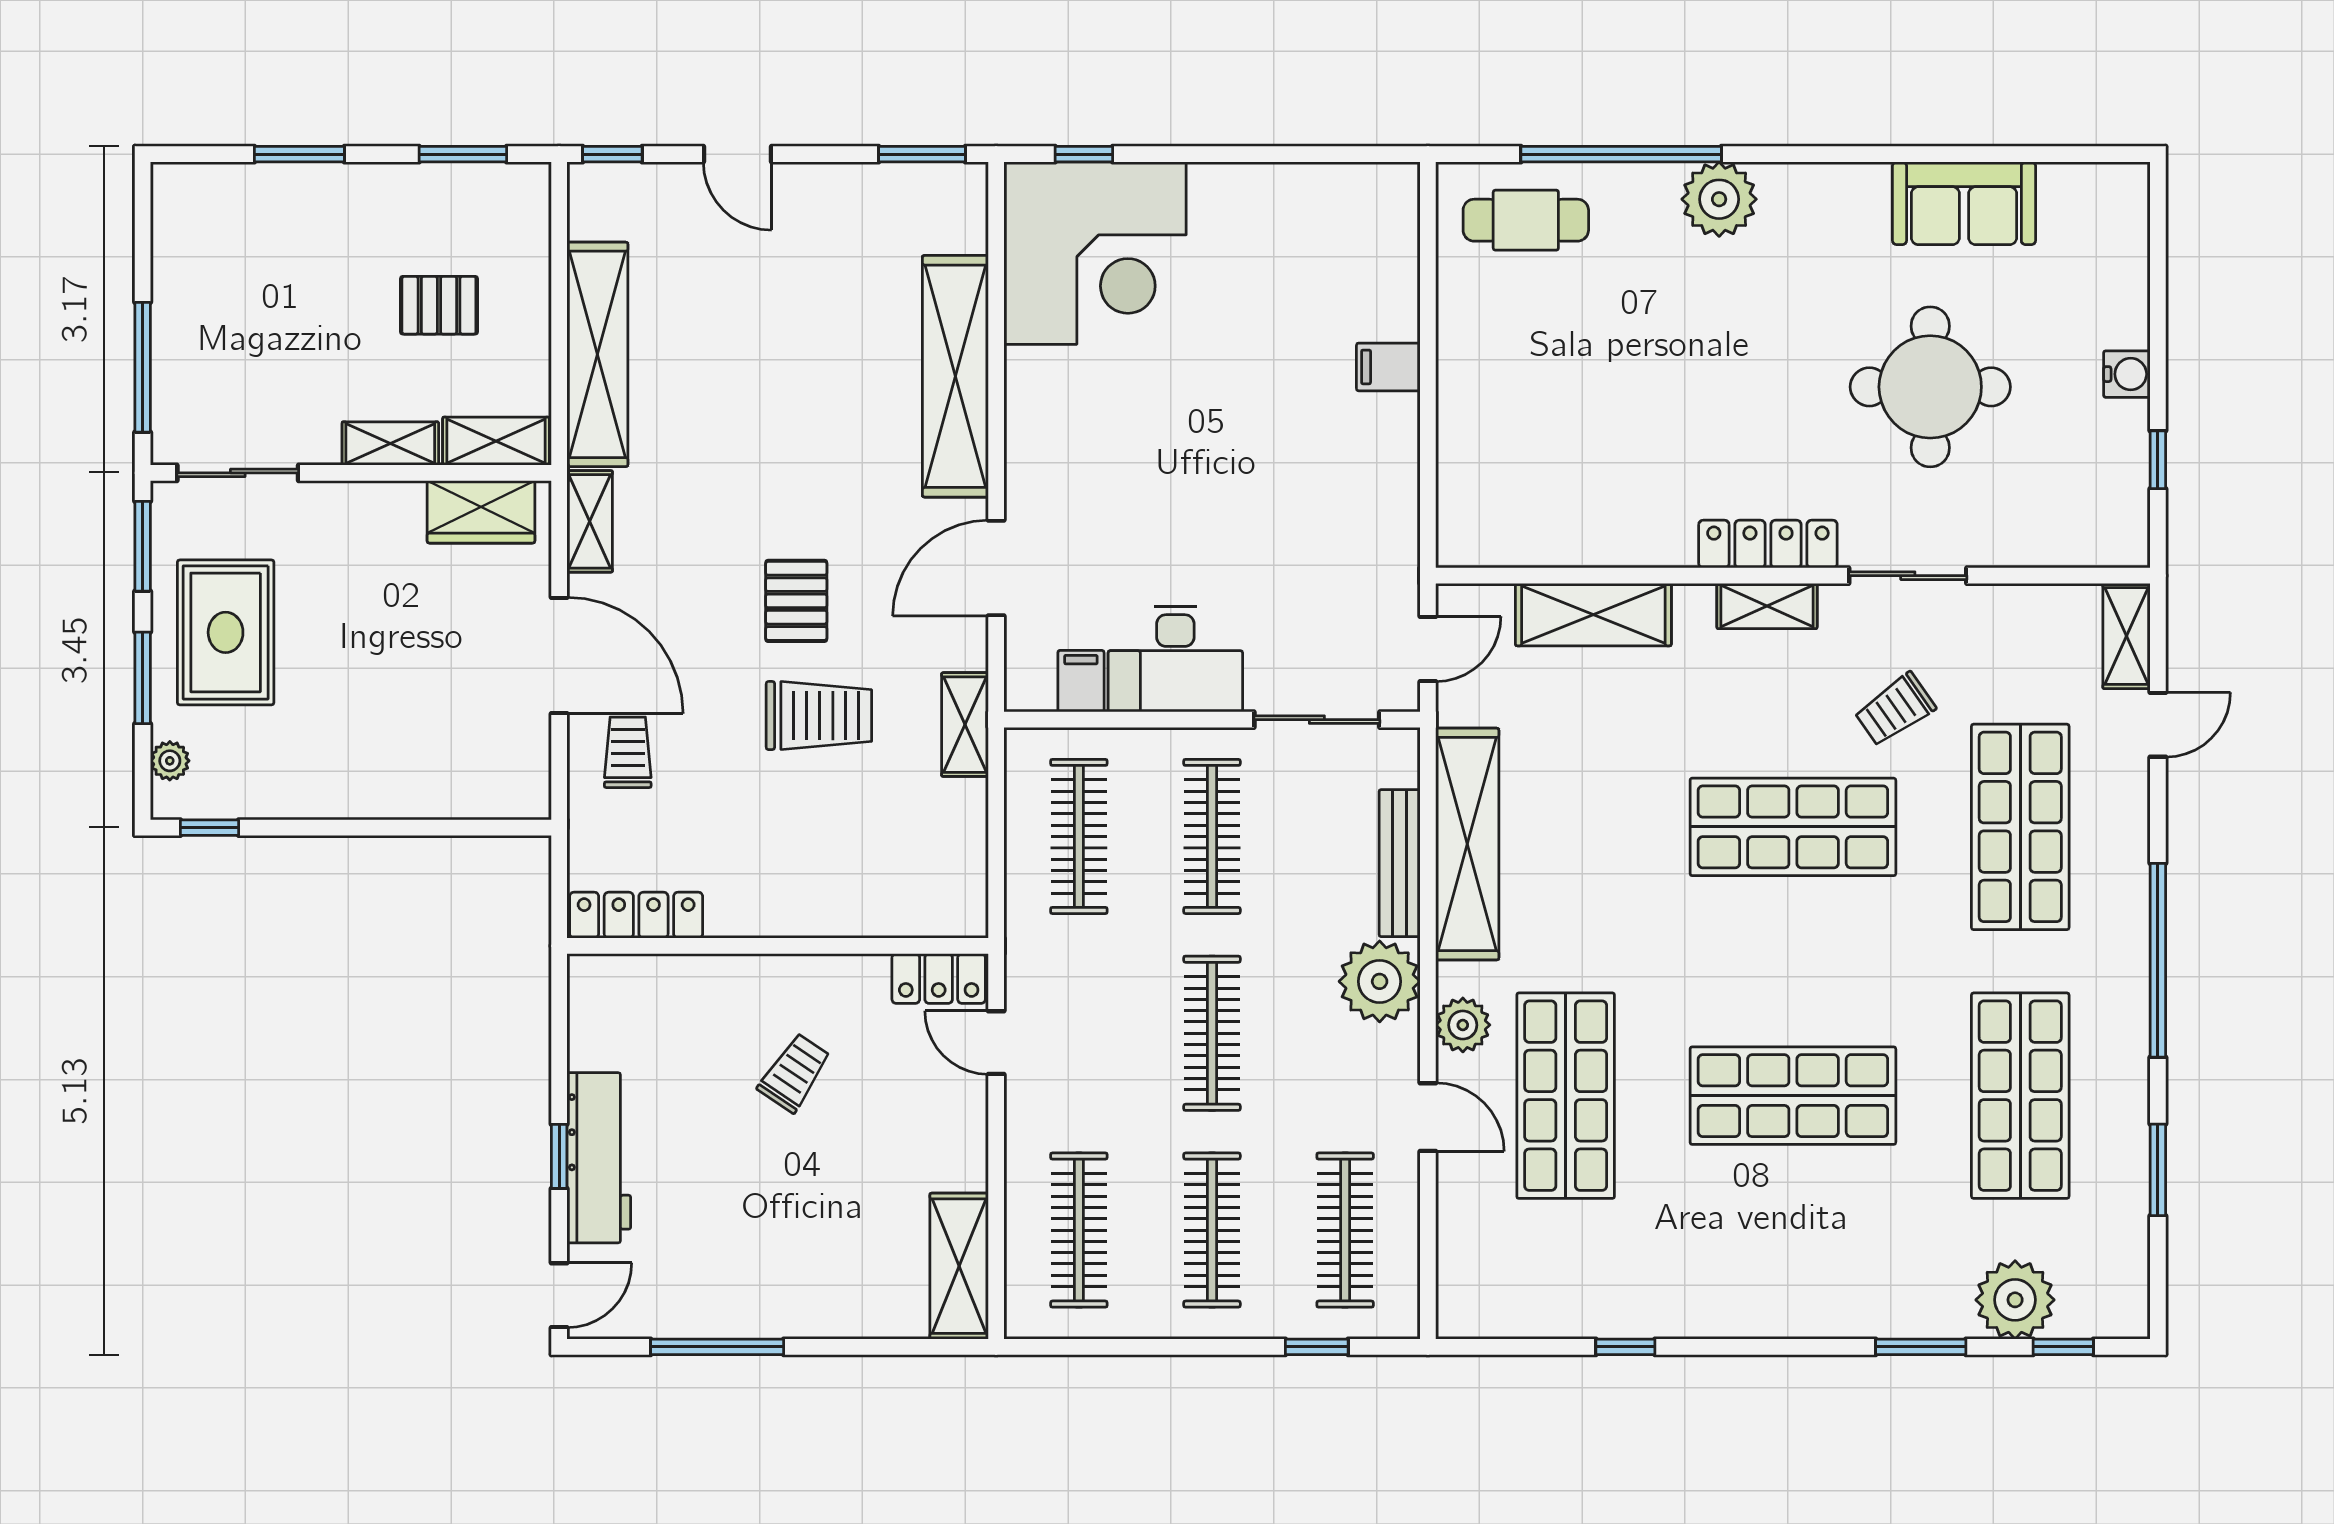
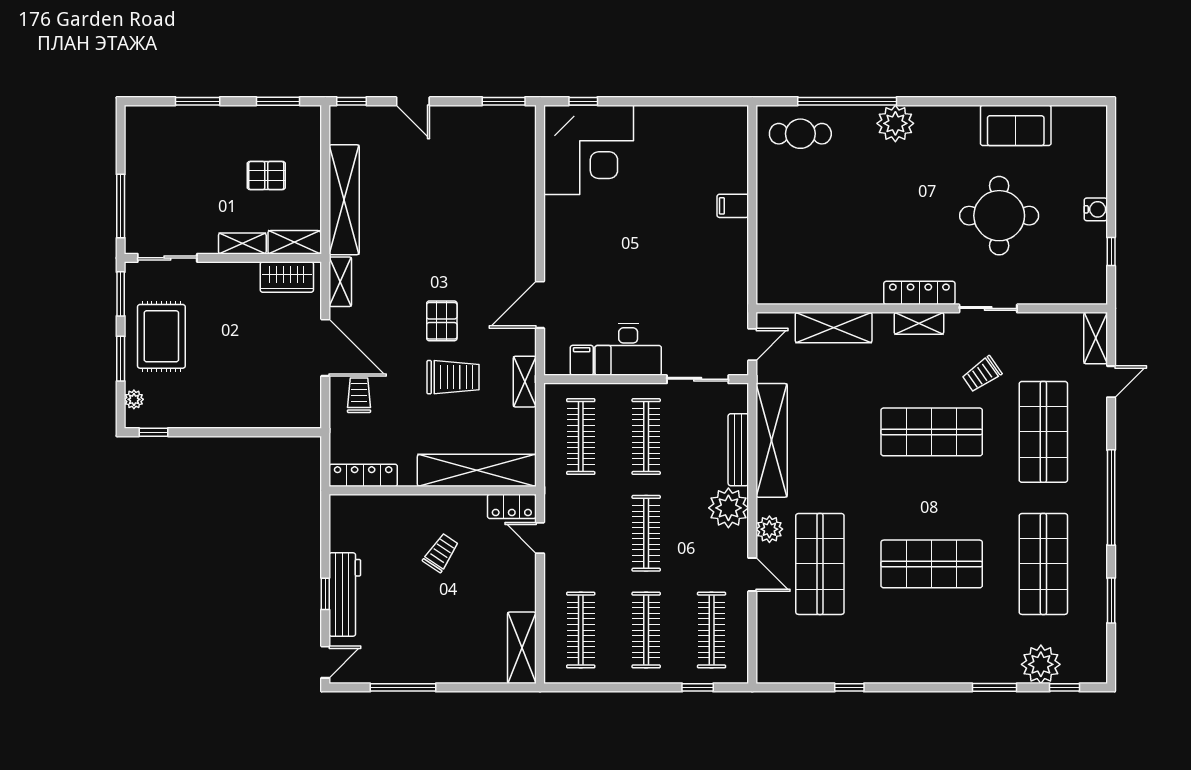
shelving: (955, 376) -> (477, 470), moved, turned 90

